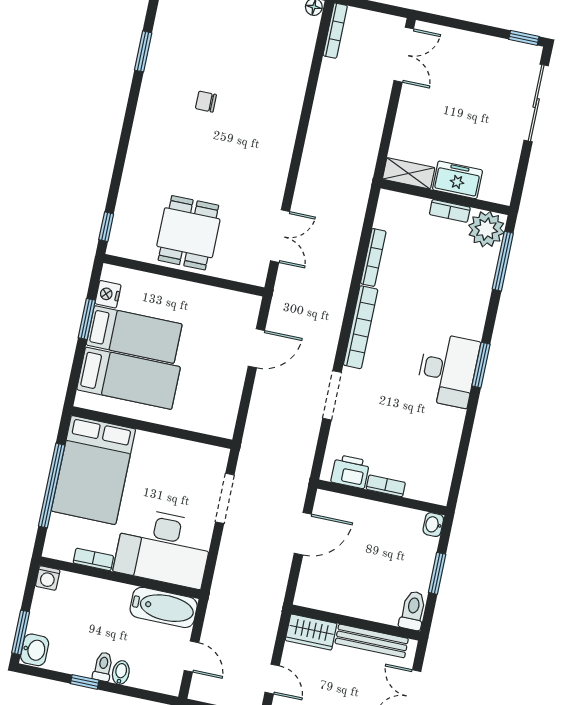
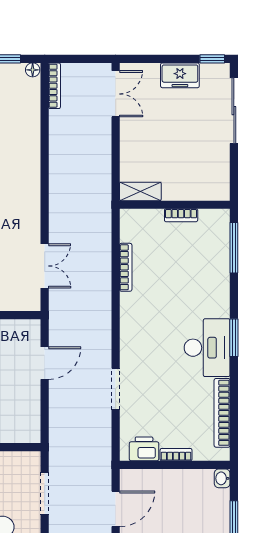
freezer: (457, 180) -> (180, 75), moved, turned 180
plant: (486, 229) -> (215, 224), removed
bookcase: (361, 327) -> (222, 413), moved, turned 180

